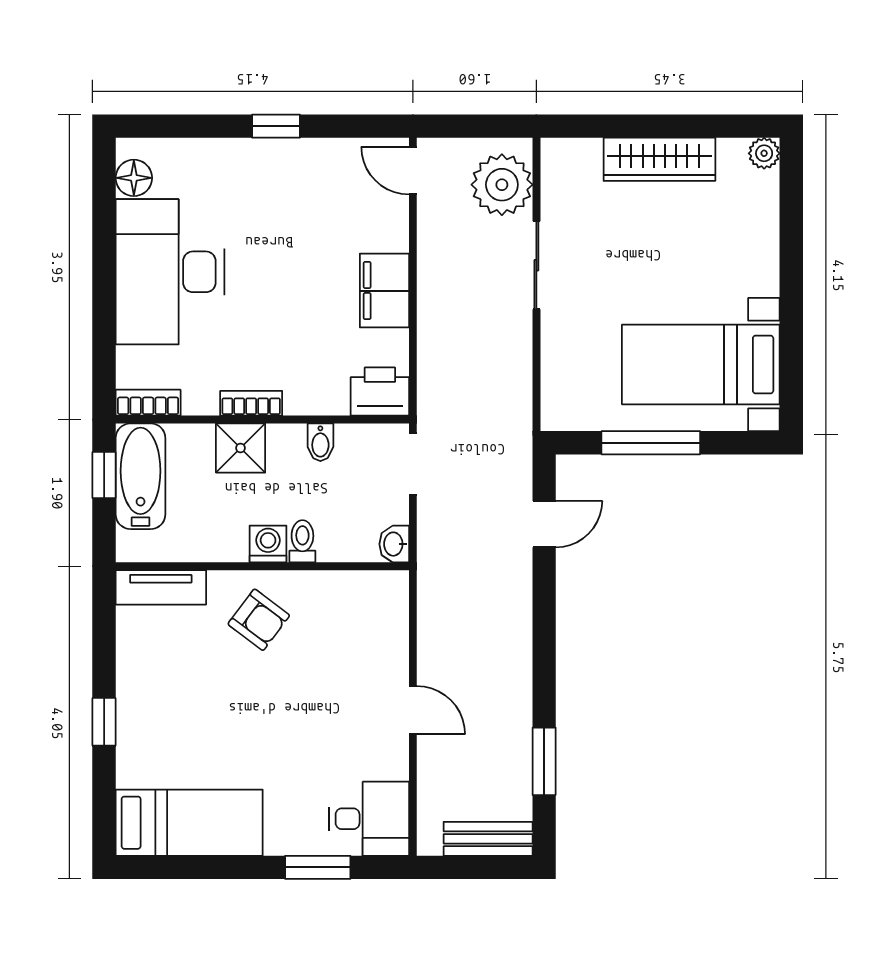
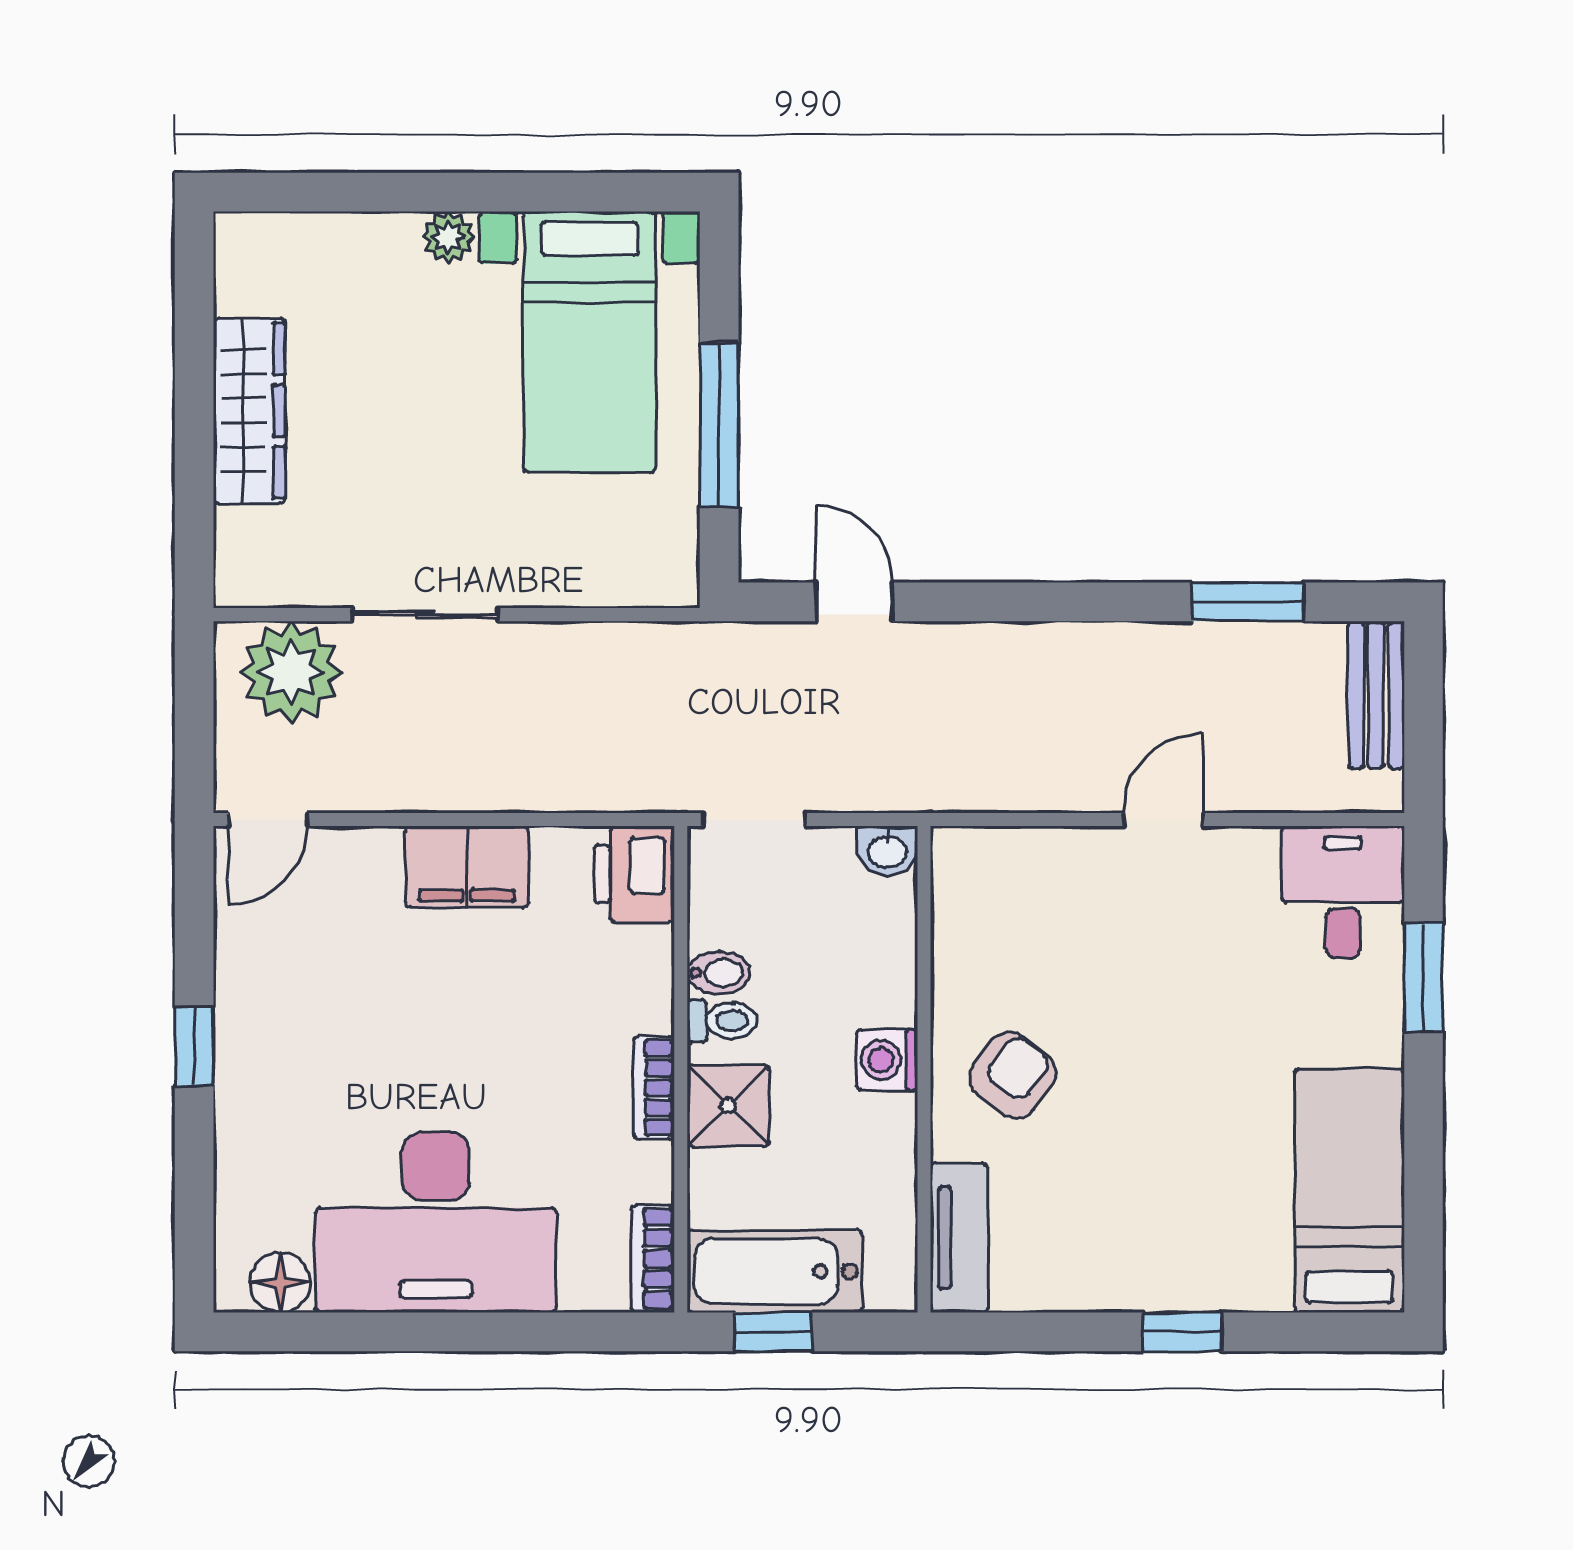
plant: (764, 153) -> (448, 237), moved
toilet: (302, 541) -> (722, 1021), moved, turned 180

